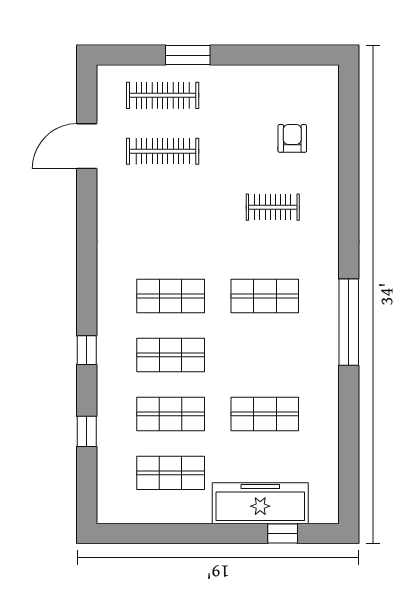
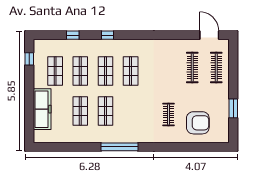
window: (188, 55) -> (233, 108), moved
armchair: (292, 138) -> (198, 123), width x1.88, depth x1.88
door: (87, 146) -> (209, 35), moved
shop shelf: (265, 296) -> (105, 111), moved
window: (283, 533) -> (29, 59), moved

